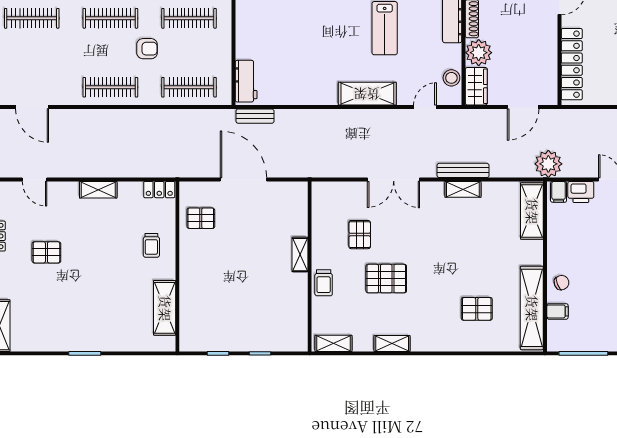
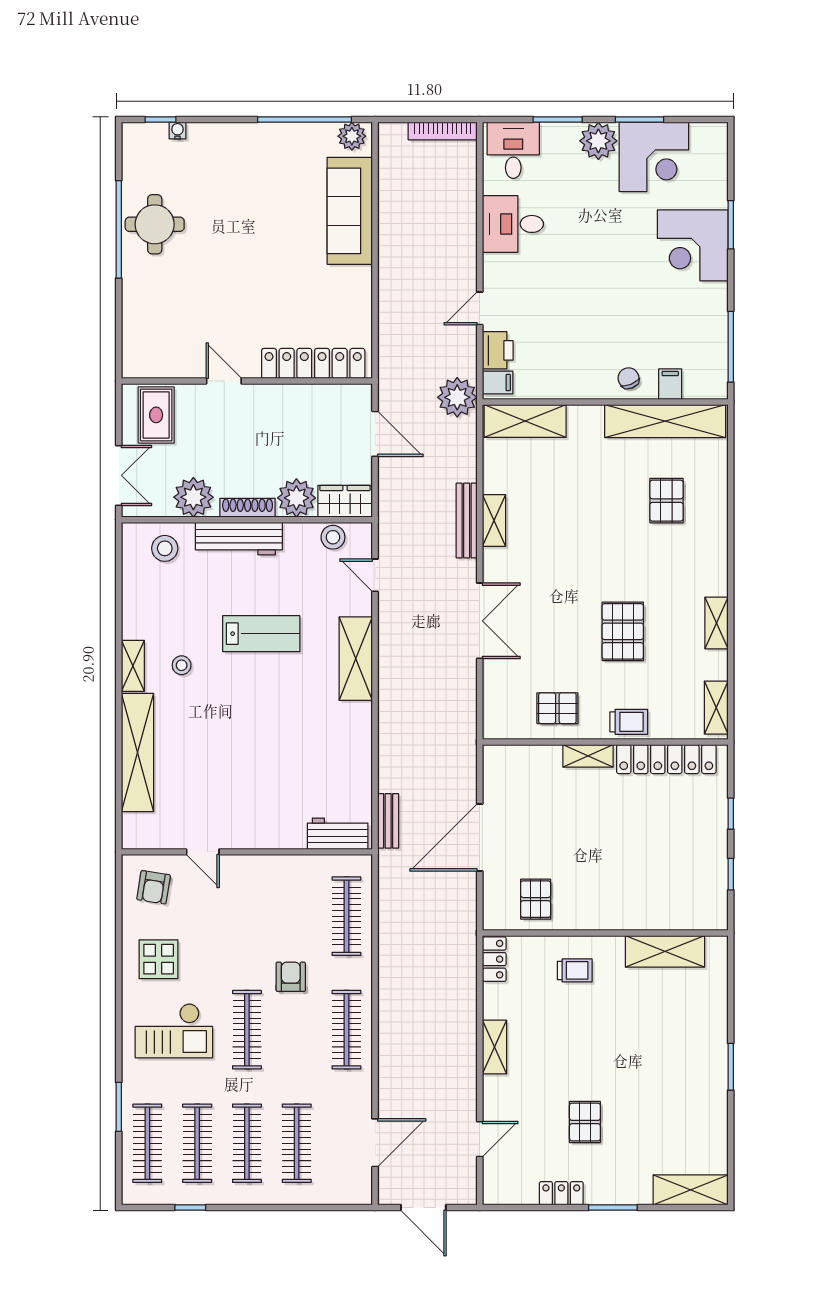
clothes rail: (189, 18) -> (297, 1143), moved
pallet: (360, 235) -> (557, 708), moved
locker: (298, 309) -> (666, 759), added

